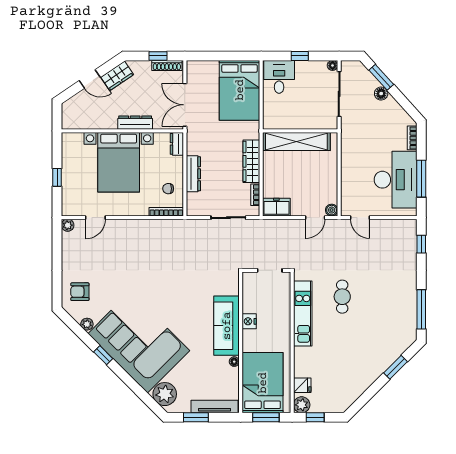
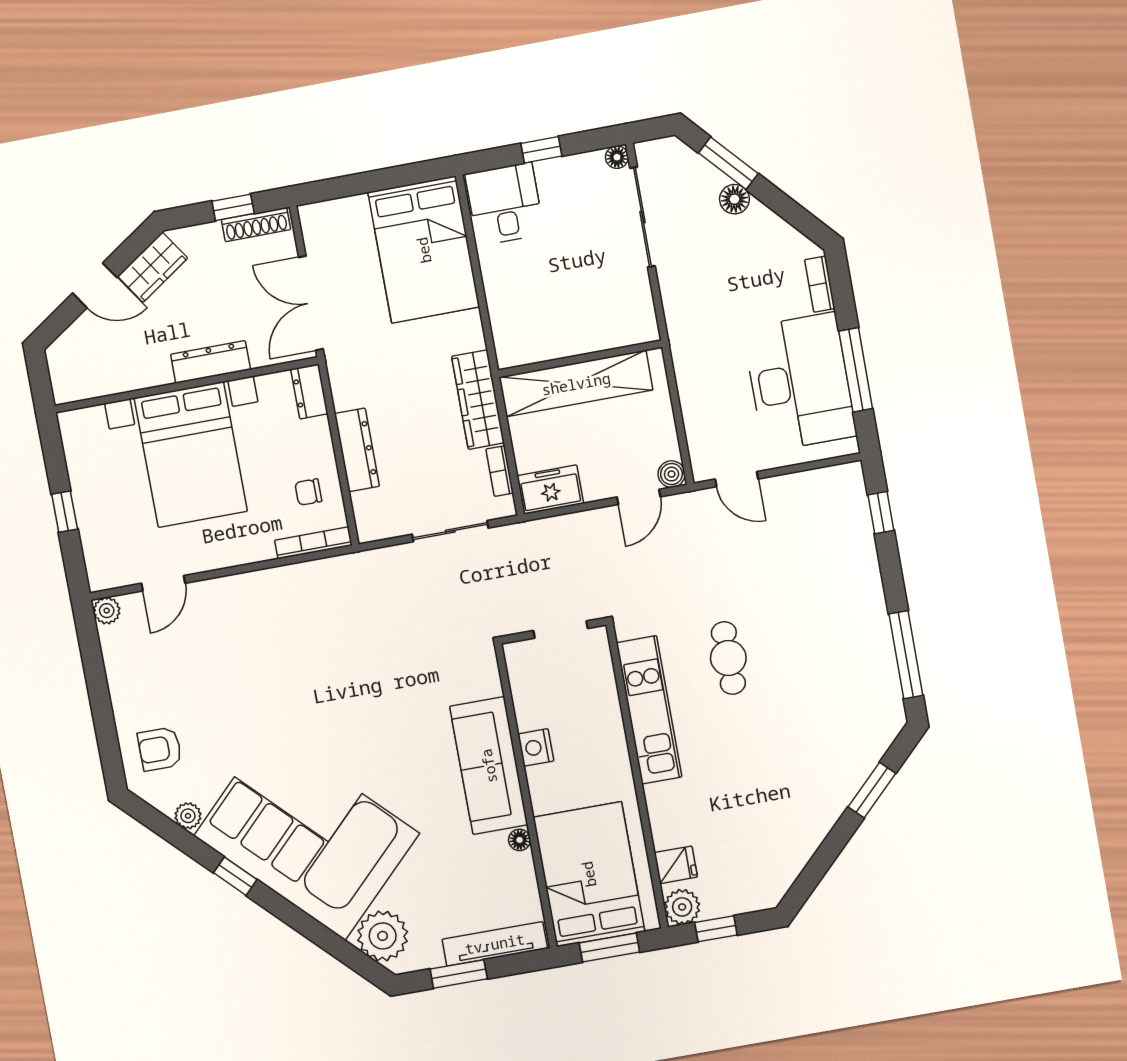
wall: (300, 131) -> (580, 359), moved
shelving: (296, 142) -> (576, 384), moved

